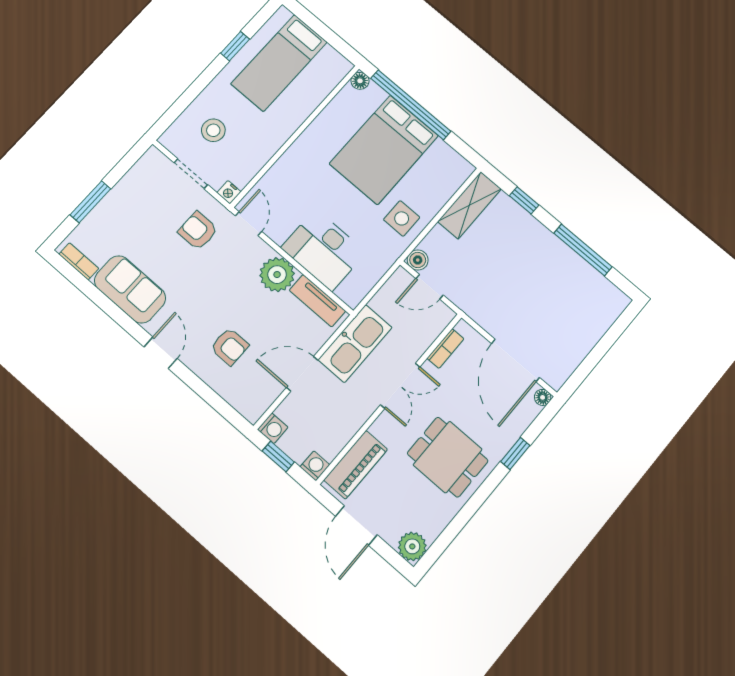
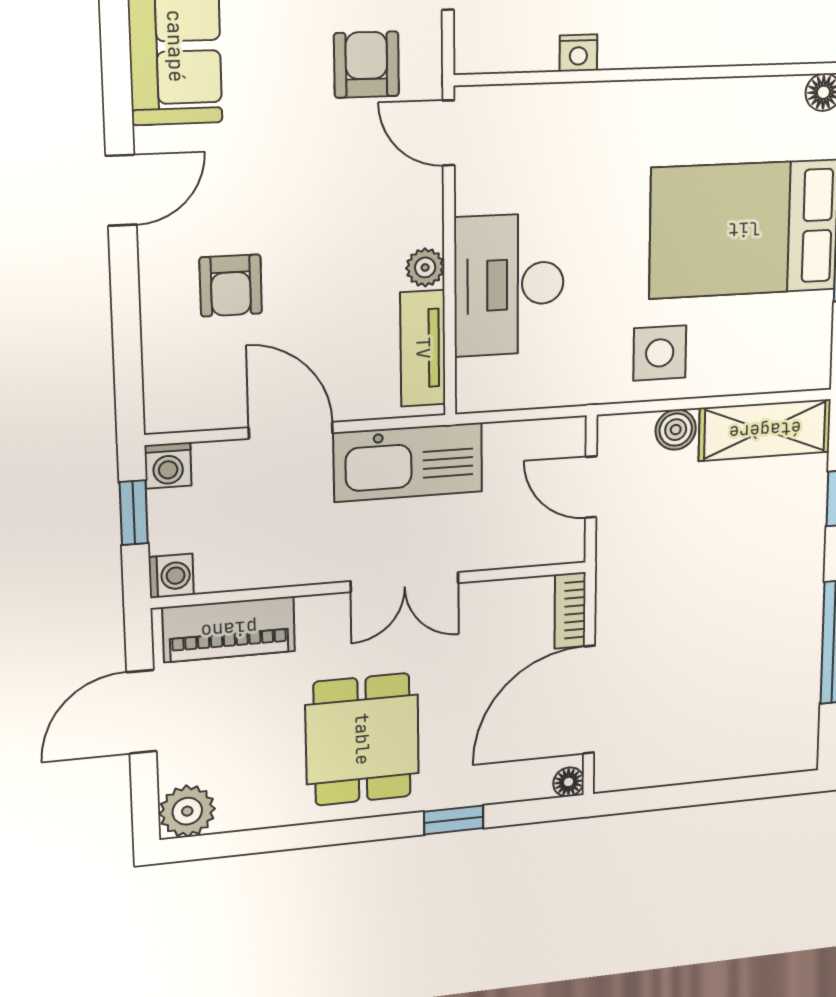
nightstand: (229, 192) -> (578, 53), moved, turned -90
door: (249, 224) -> (449, 133), swing flipped
boiler: (418, 260) -> (676, 430), moved
plant: (277, 275) -> (425, 267), width x0.53, depth x0.53
bookcase: (445, 349) -> (570, 610), moved, turned 90

